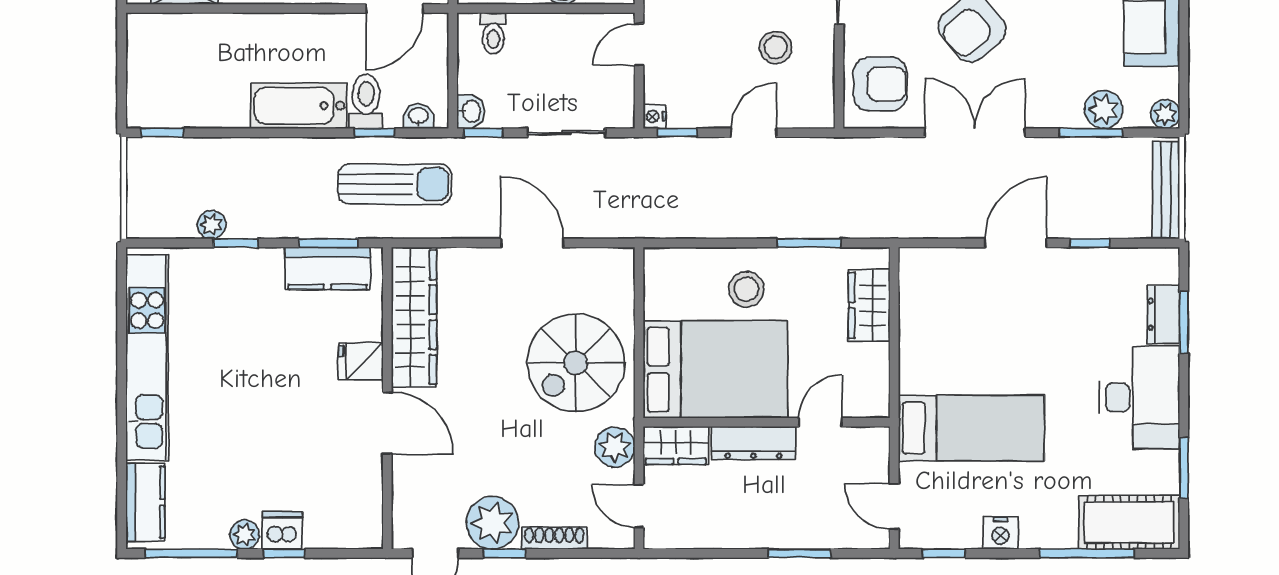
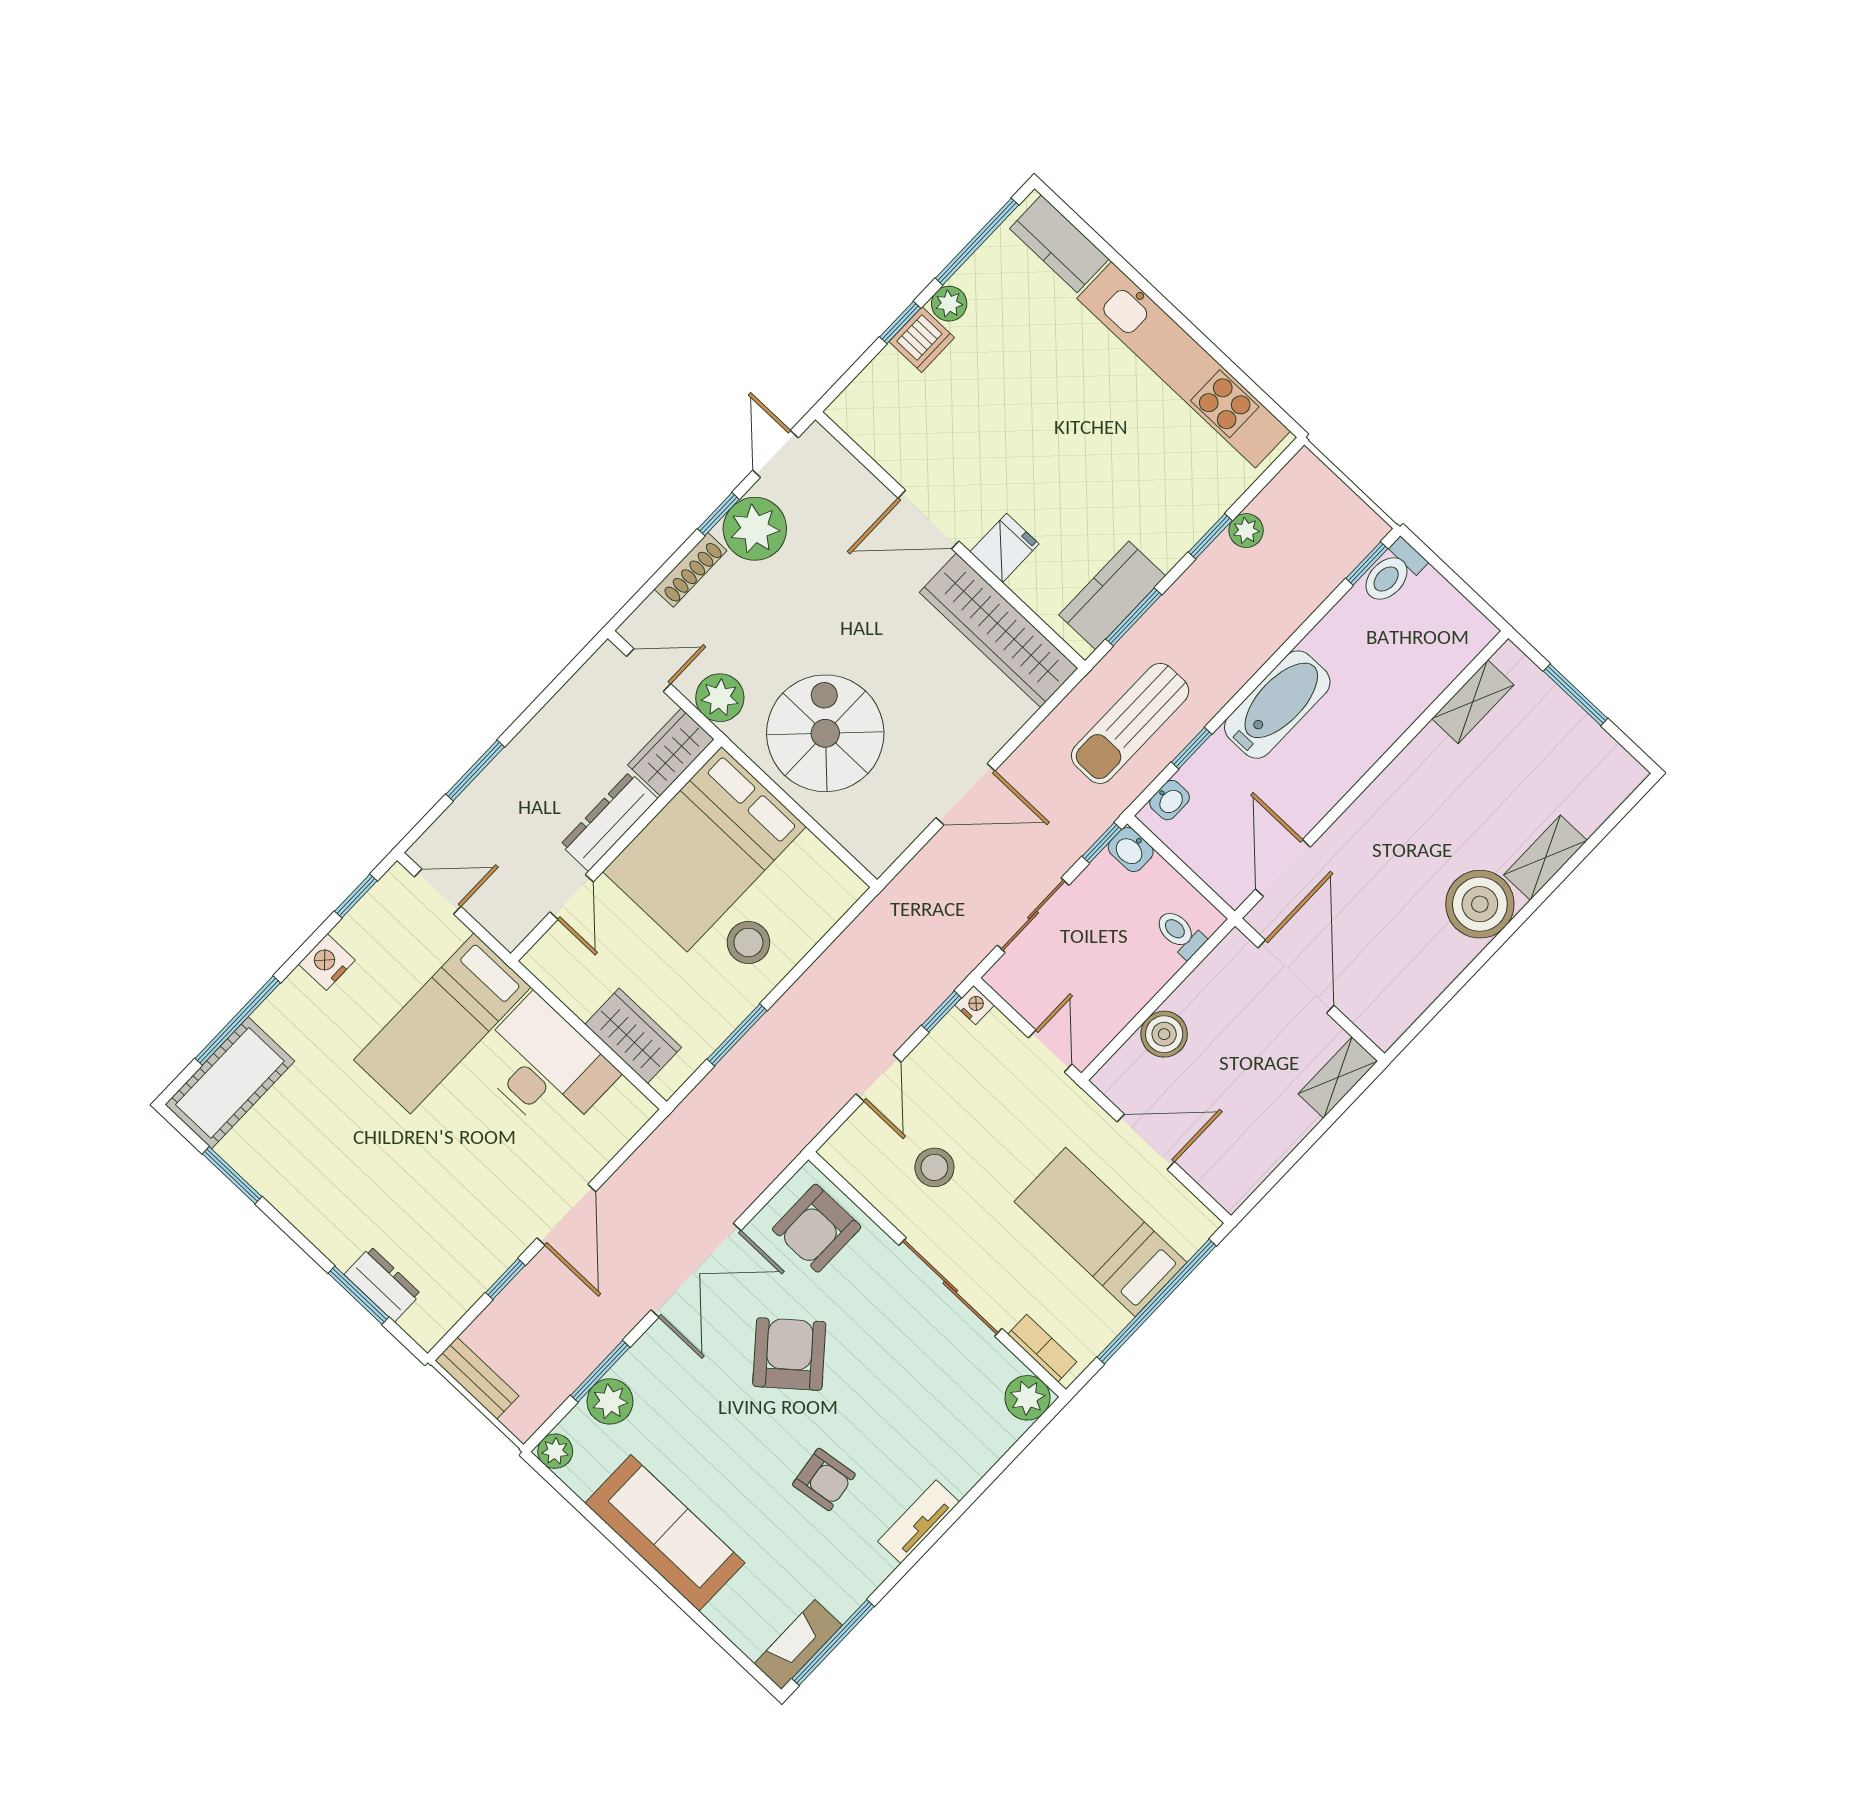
toilet: (366, 101) -> (1392, 572), moved, turned 90
bench: (1166, 190) -> (477, 1378), width x0.73
desk: (1139, 397) -> (545, 1067), moved, turned 180

